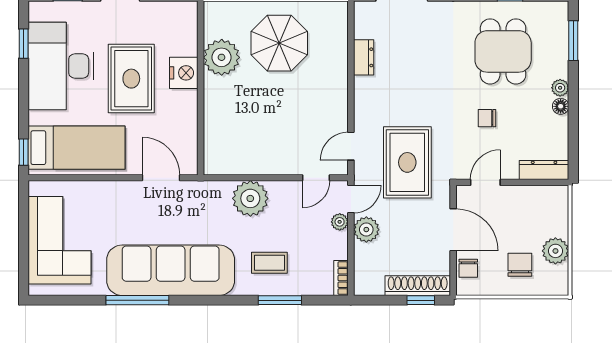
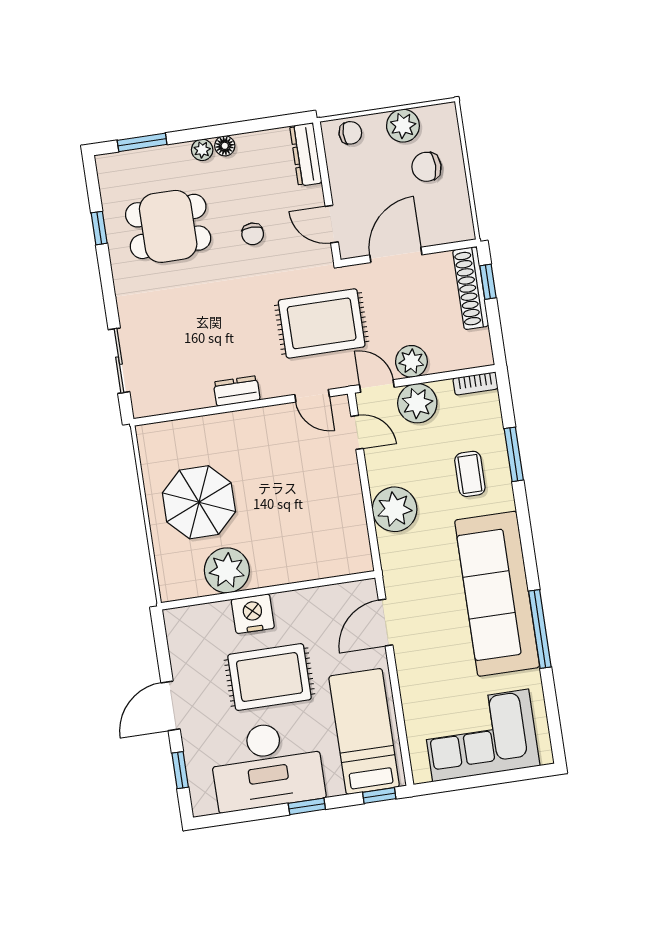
window: (24, 44) -> (307, 806), moved
dresser: (364, 57) -> (237, 391), moved
plant: (340, 222) -> (417, 403), width x1.87, depth x1.87
chair: (468, 268) -> (350, 133), moved

